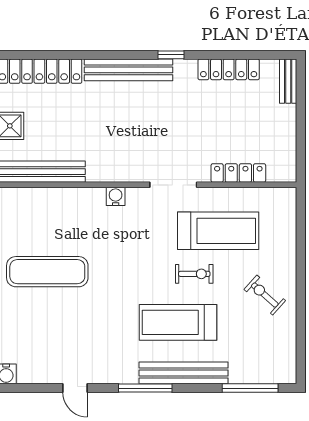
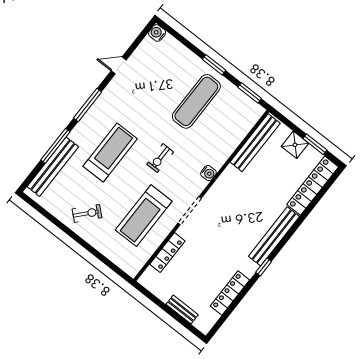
bench: (288, 81) -> (182, 310), moved
exercise bike: (194, 274) -> (160, 158), moved
bench: (184, 373) -> (53, 167), moved
window: (250, 388) -> (55, 146), moved

